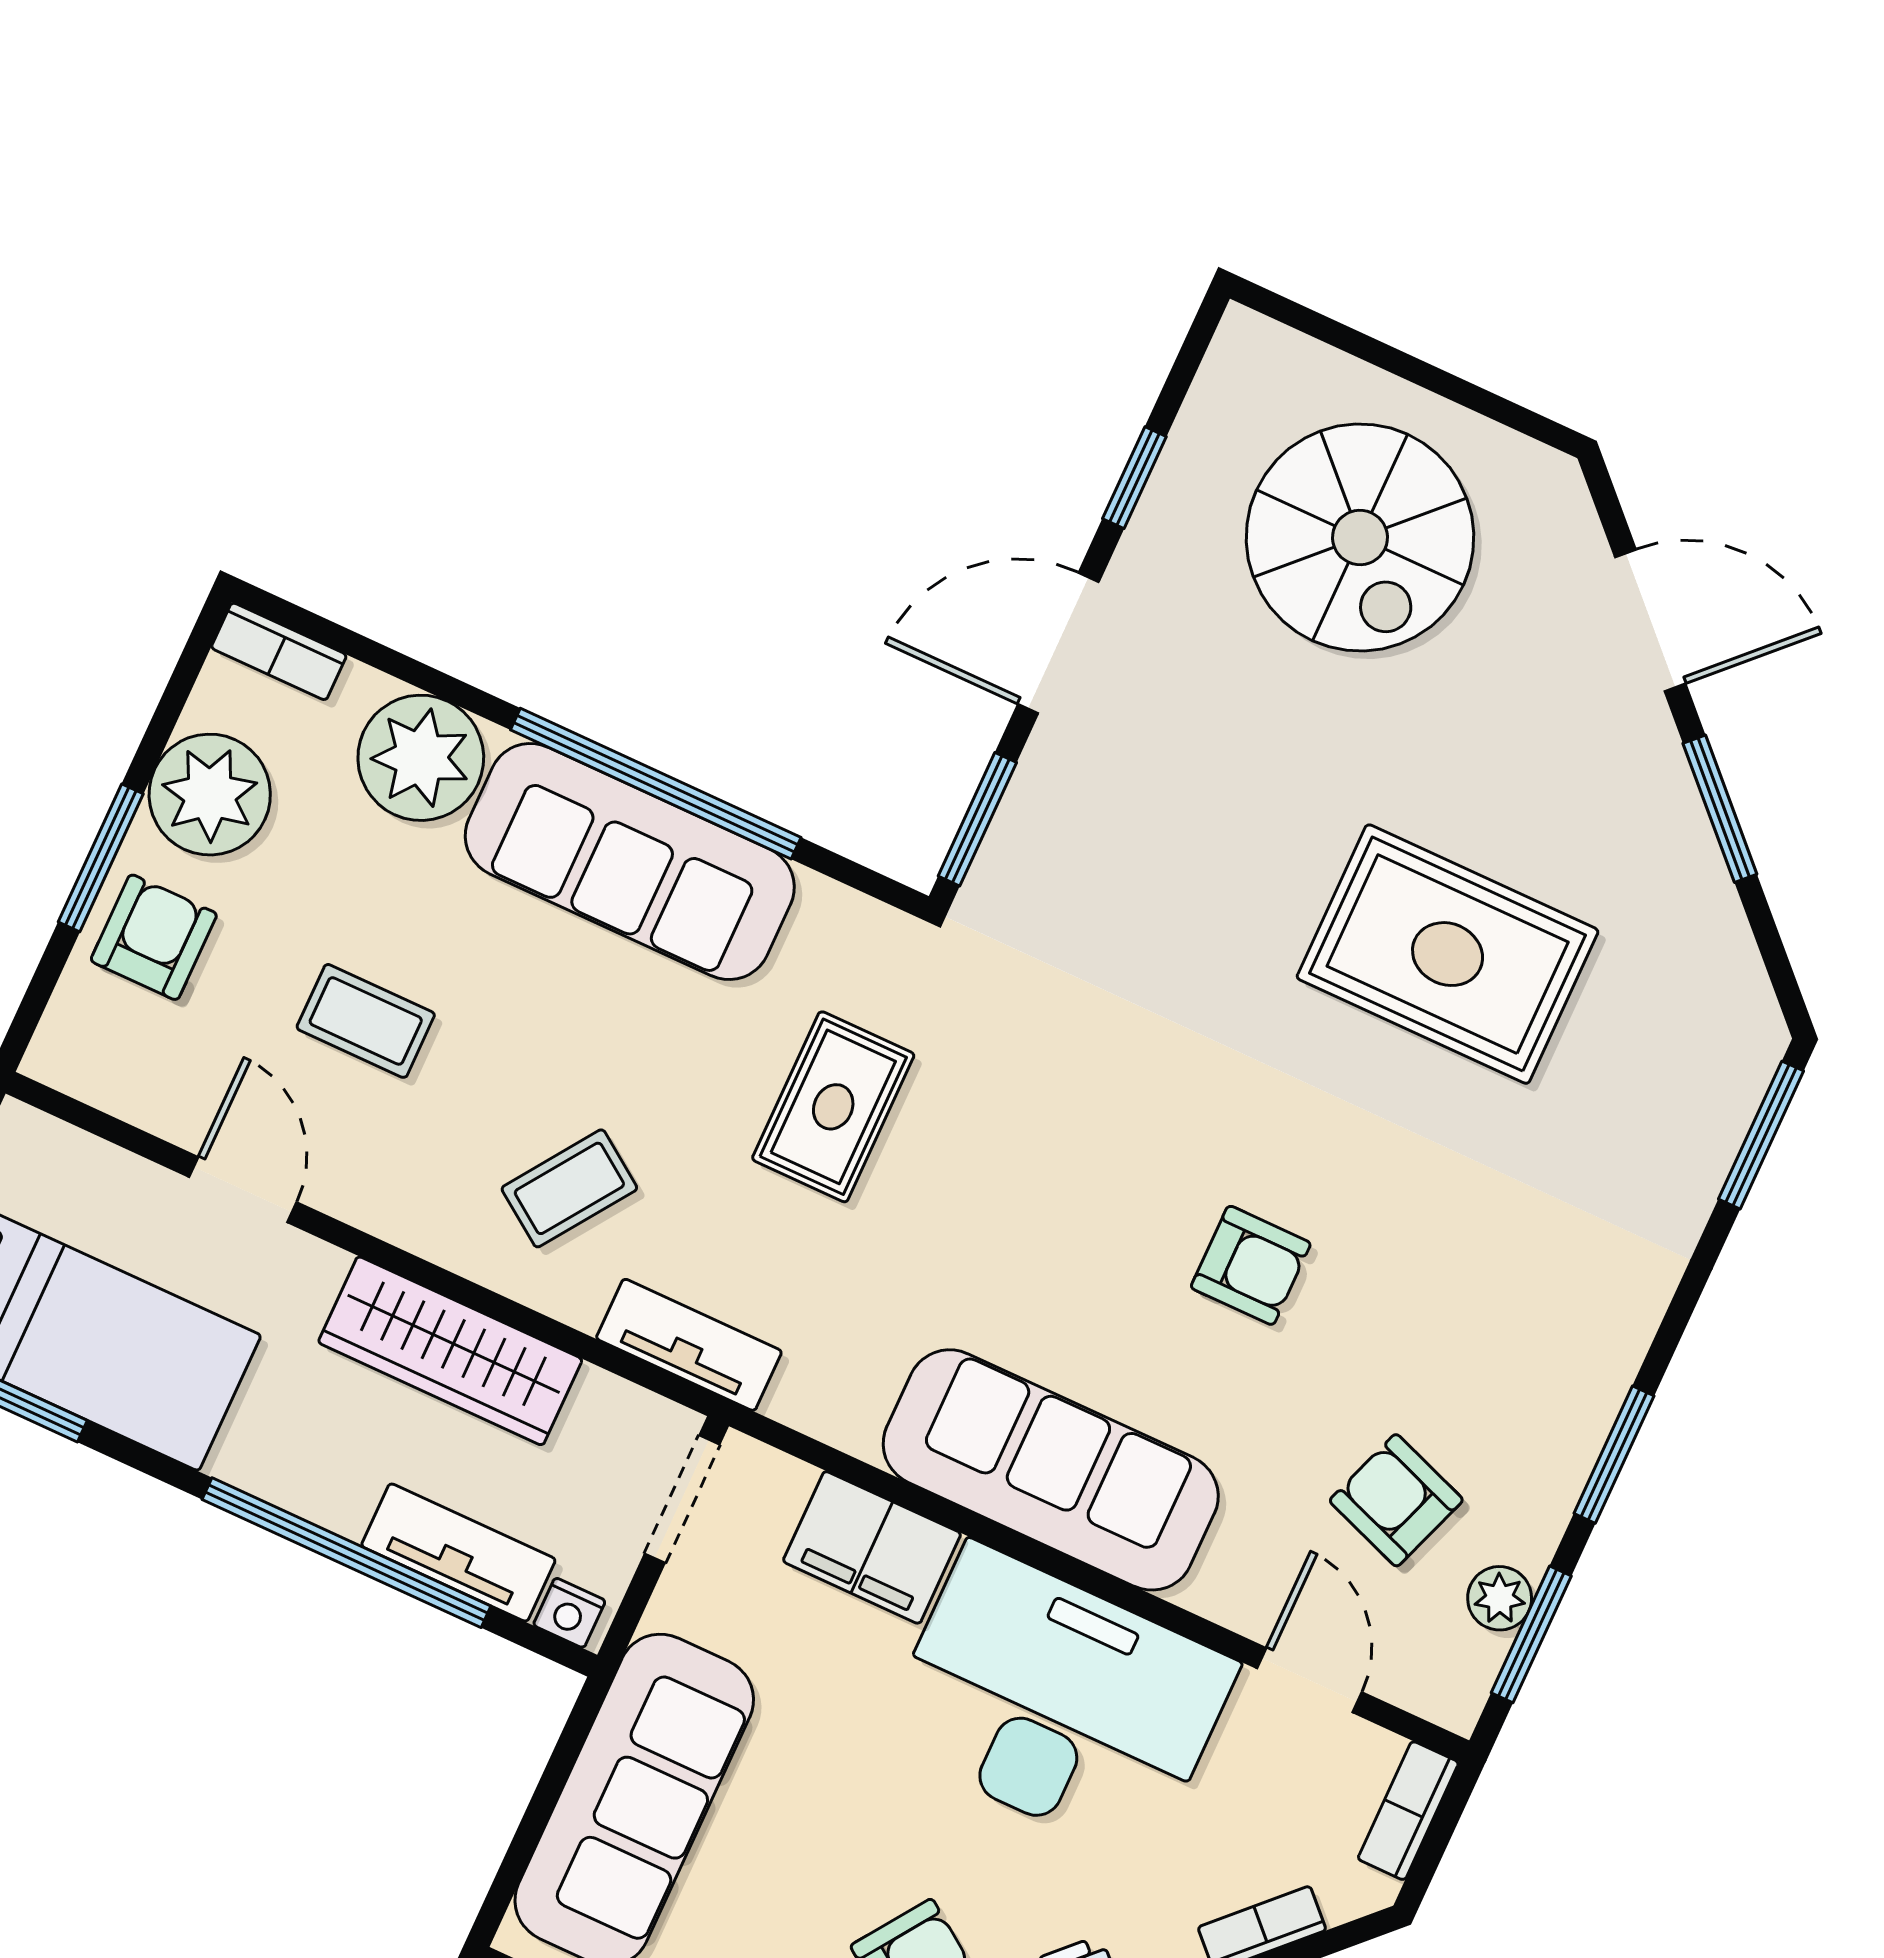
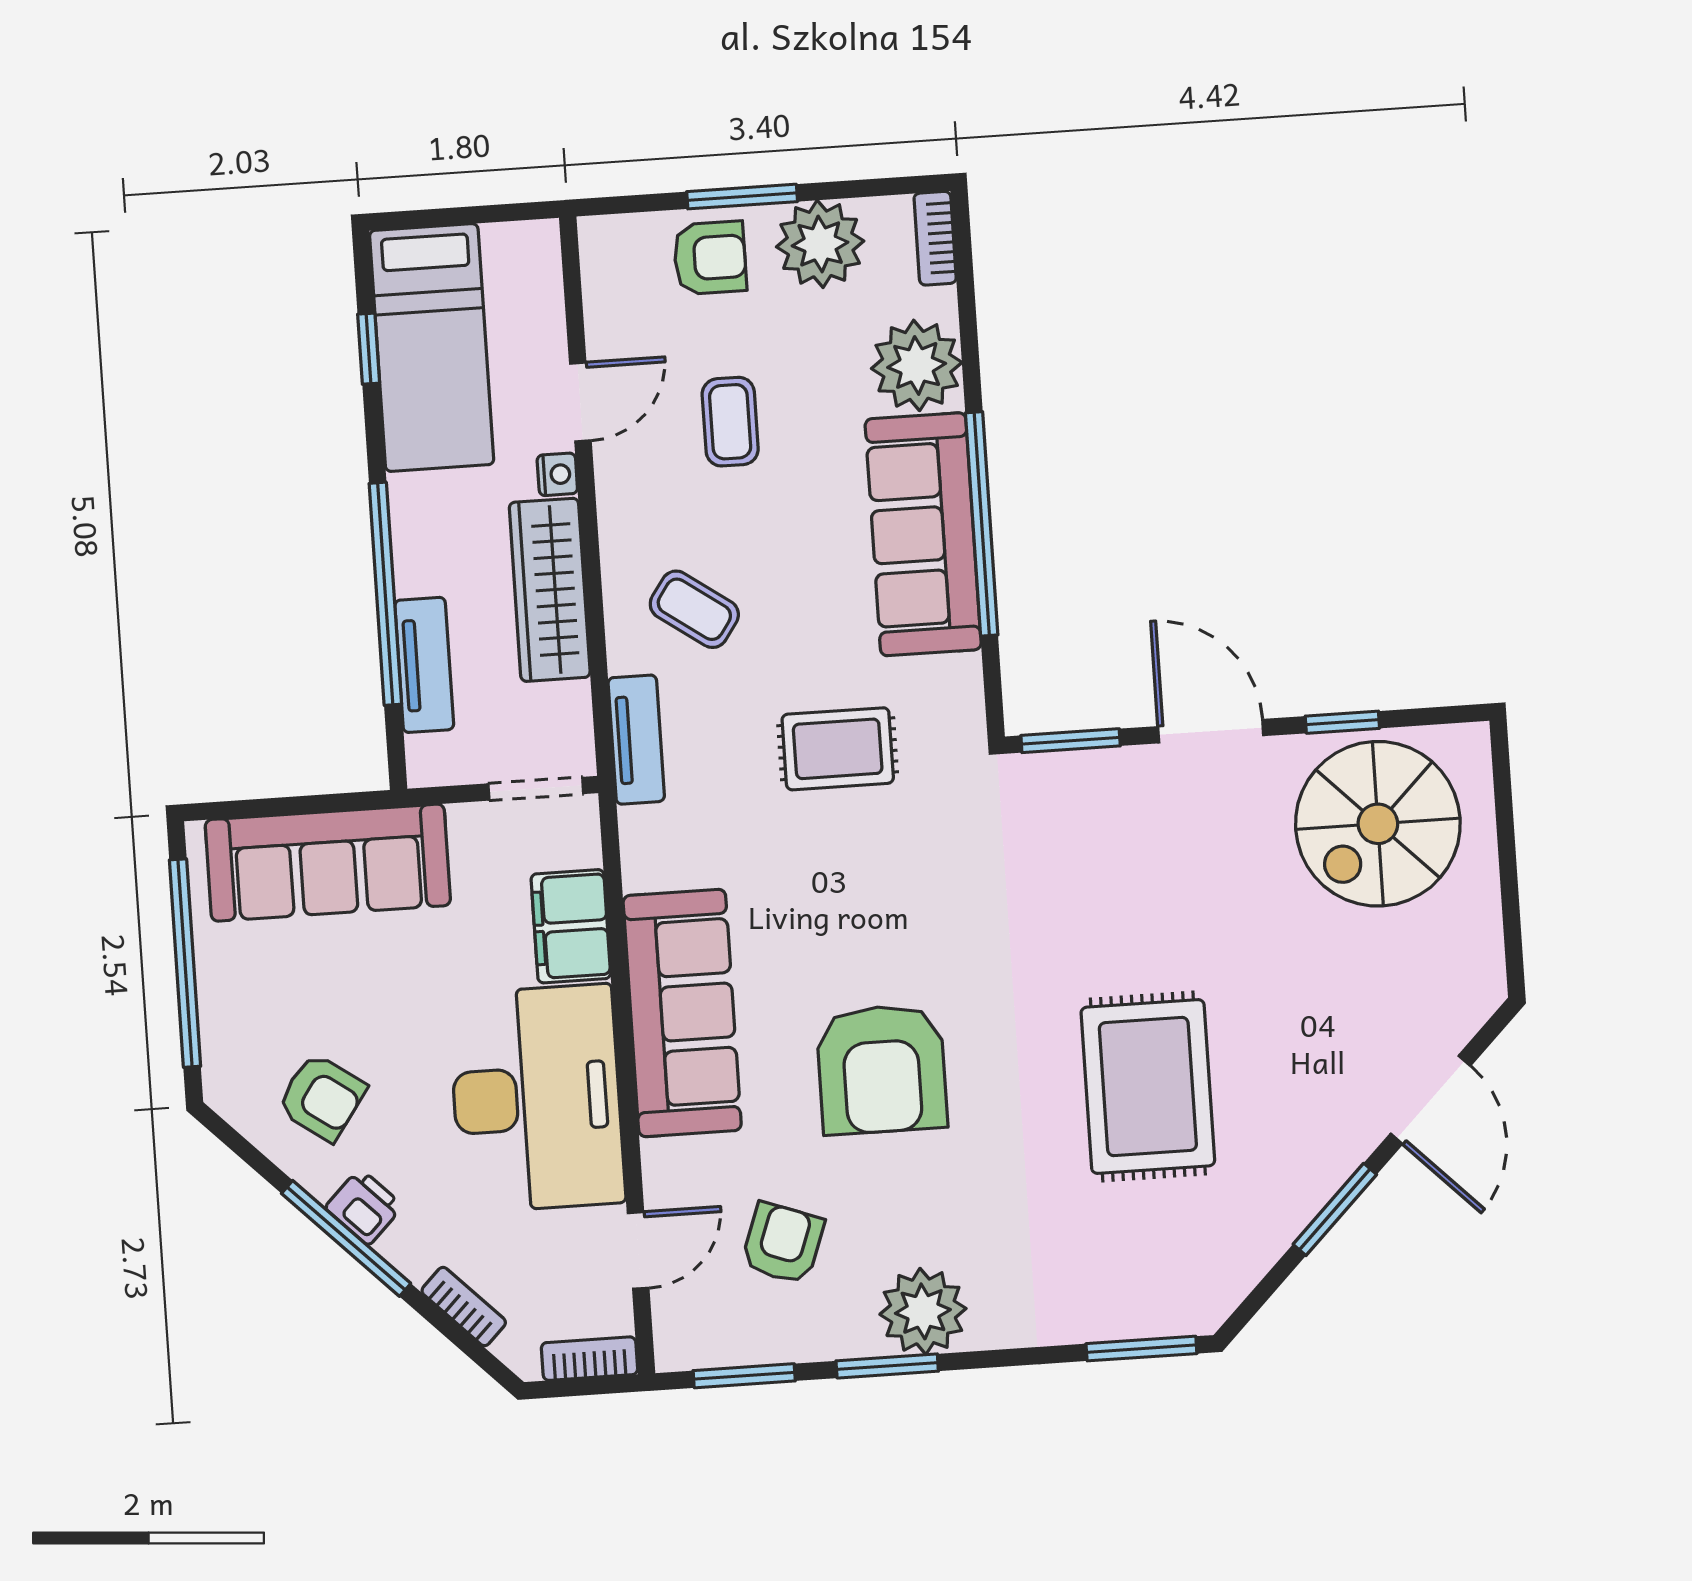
spiral stairs: (1360, 537) -> (1378, 824), moved
armchair: (1251, 1265) -> (882, 1069), width x1.88, depth x1.88
plant: (1500, 1598) -> (923, 1311), moved, width x1.87, depth x1.87
nightstand: (569, 1613) -> (557, 474), moved, turned 180

